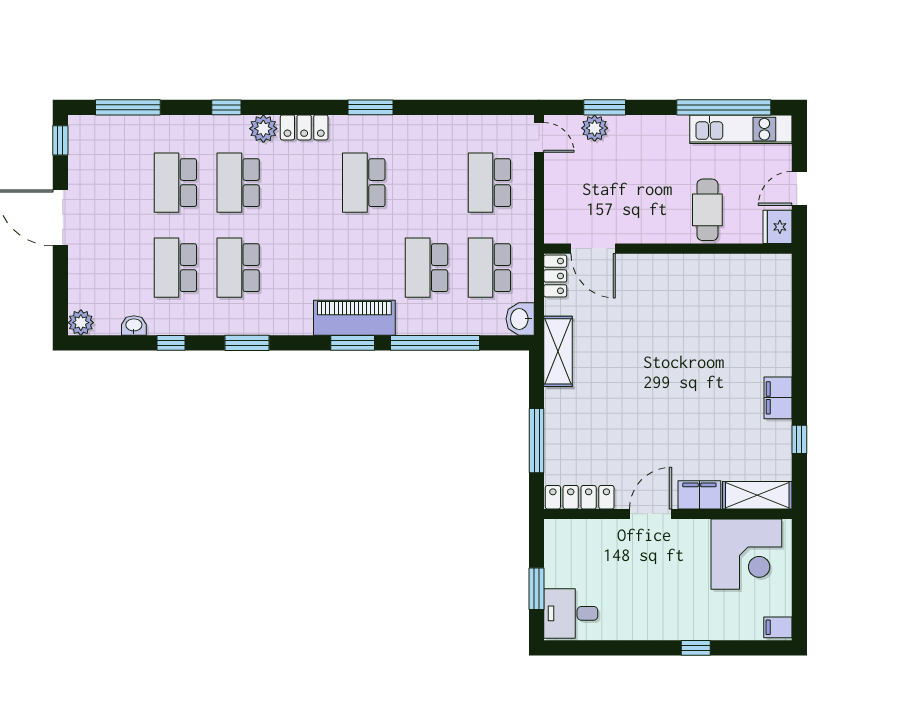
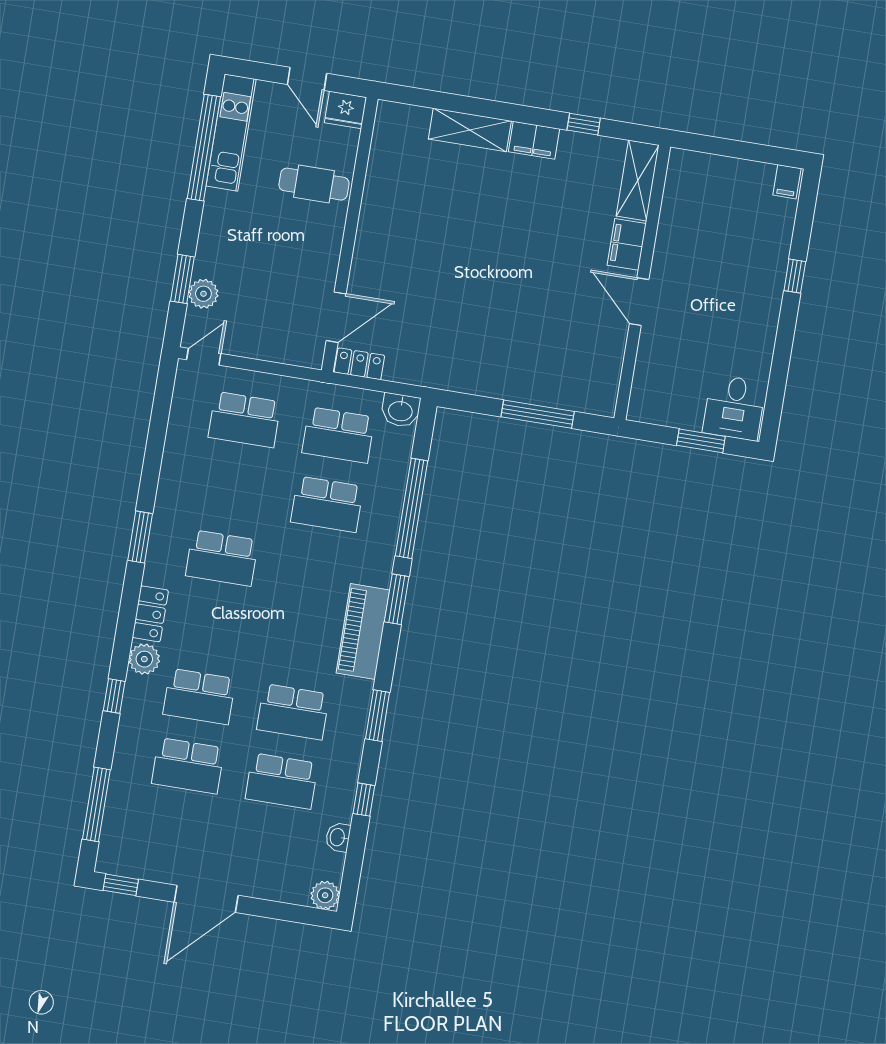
piano: (354, 318) -> (363, 632), moved
shelving: (558, 351) -> (470, 130), moved
locker: (580, 497) -> (608, 377), removed
corner desk: (746, 554) -> (701, 203), removed

